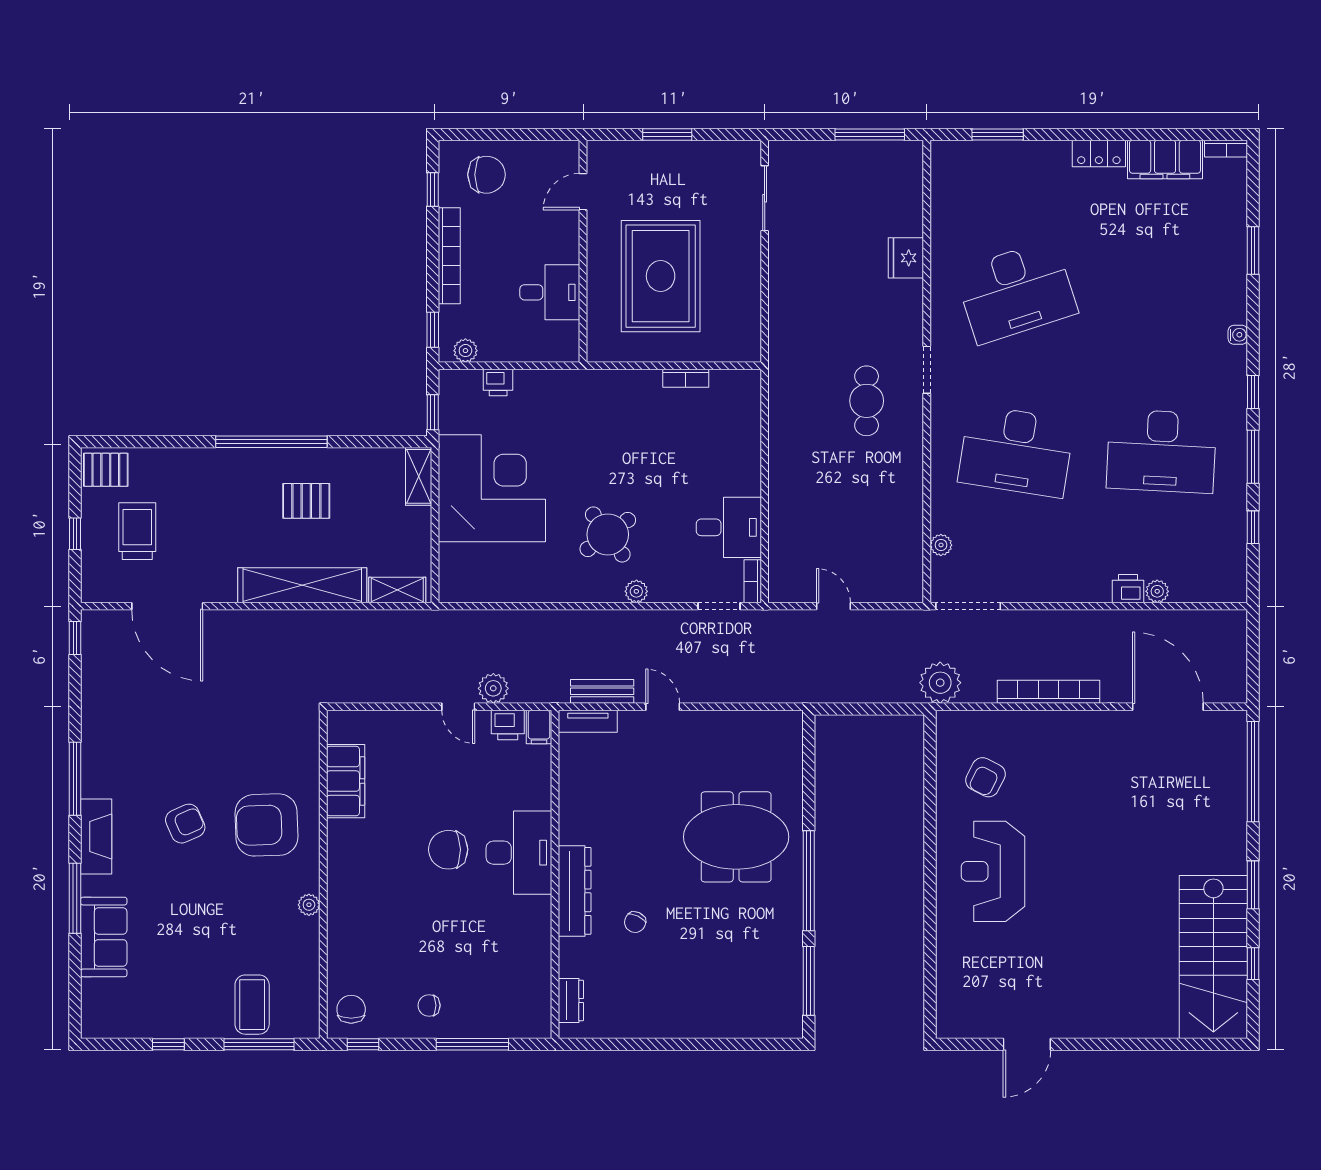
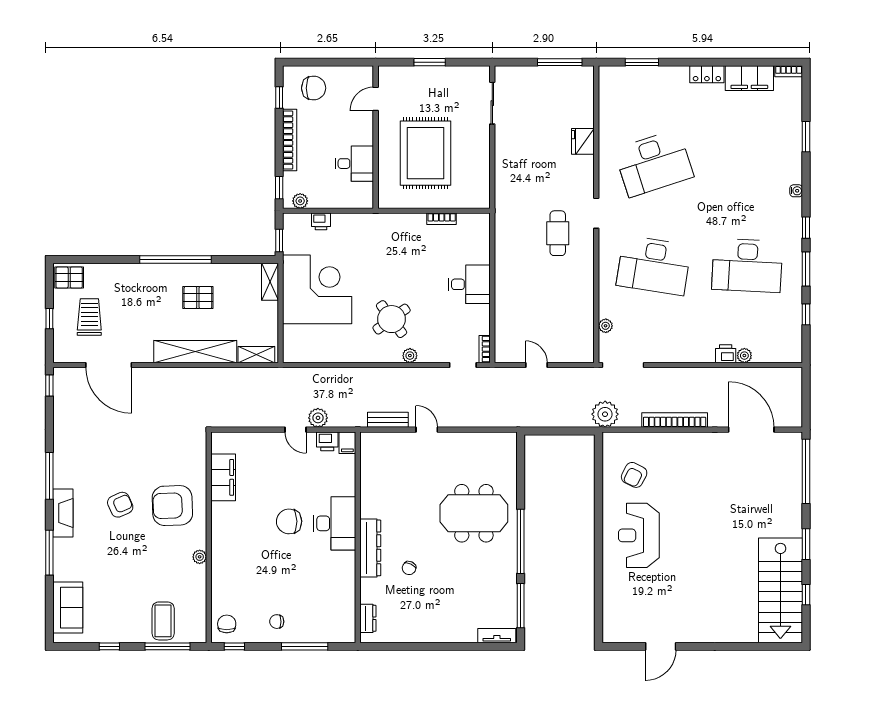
desk: (729, 527) -> (469, 284), moved
tv unit: (588, 721) -> (497, 636), moved, turned 180
sofa: (104, 937) -> (68, 608), moved

